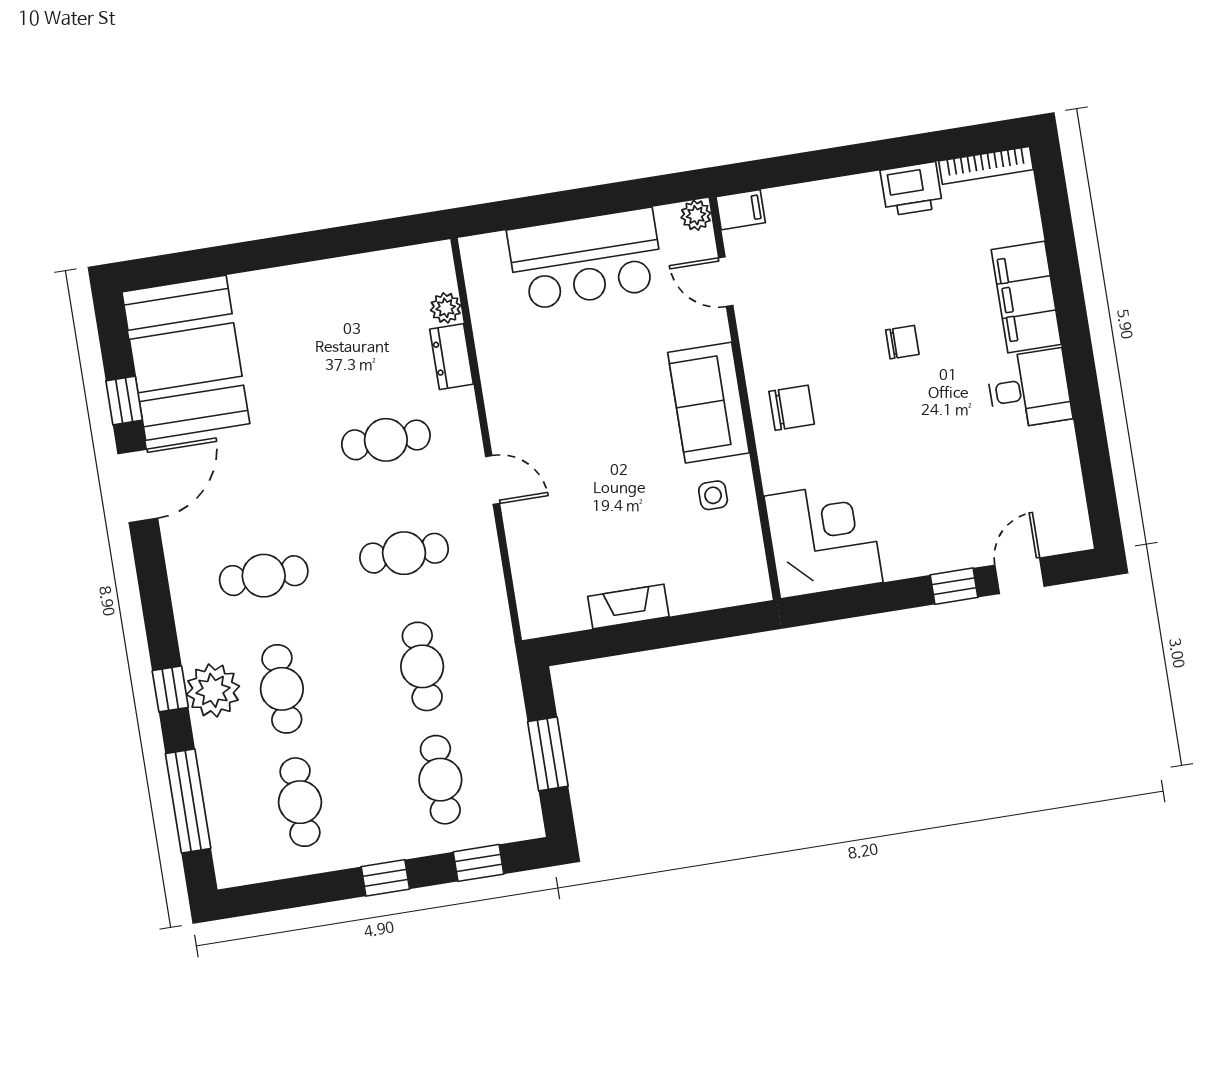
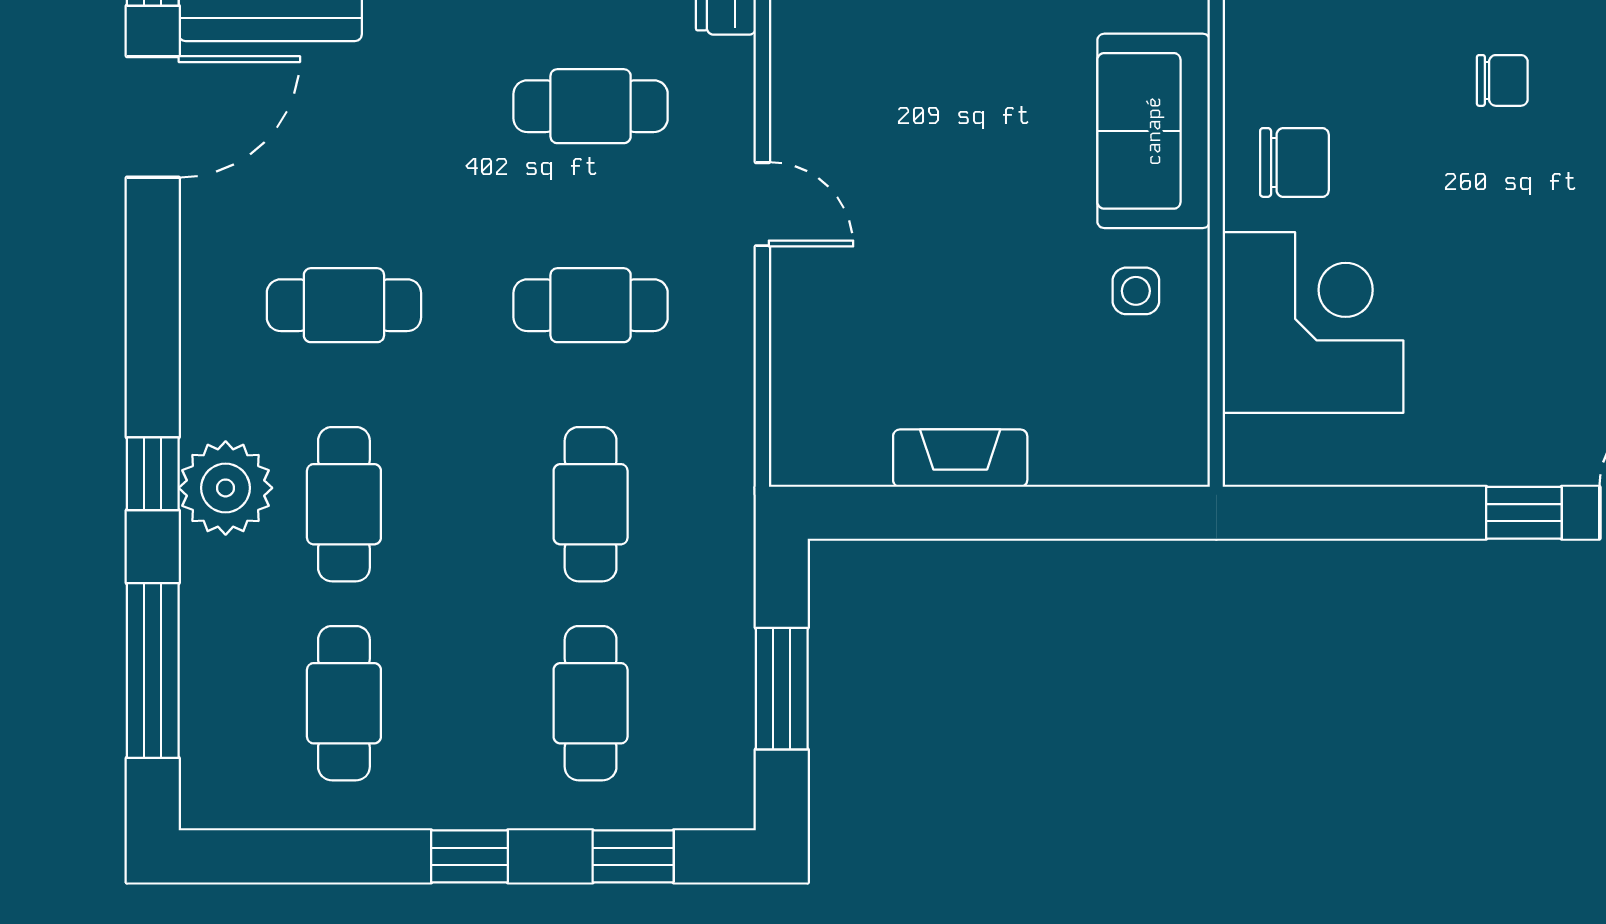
corner desk: (824, 539) -> (1313, 322), moved

